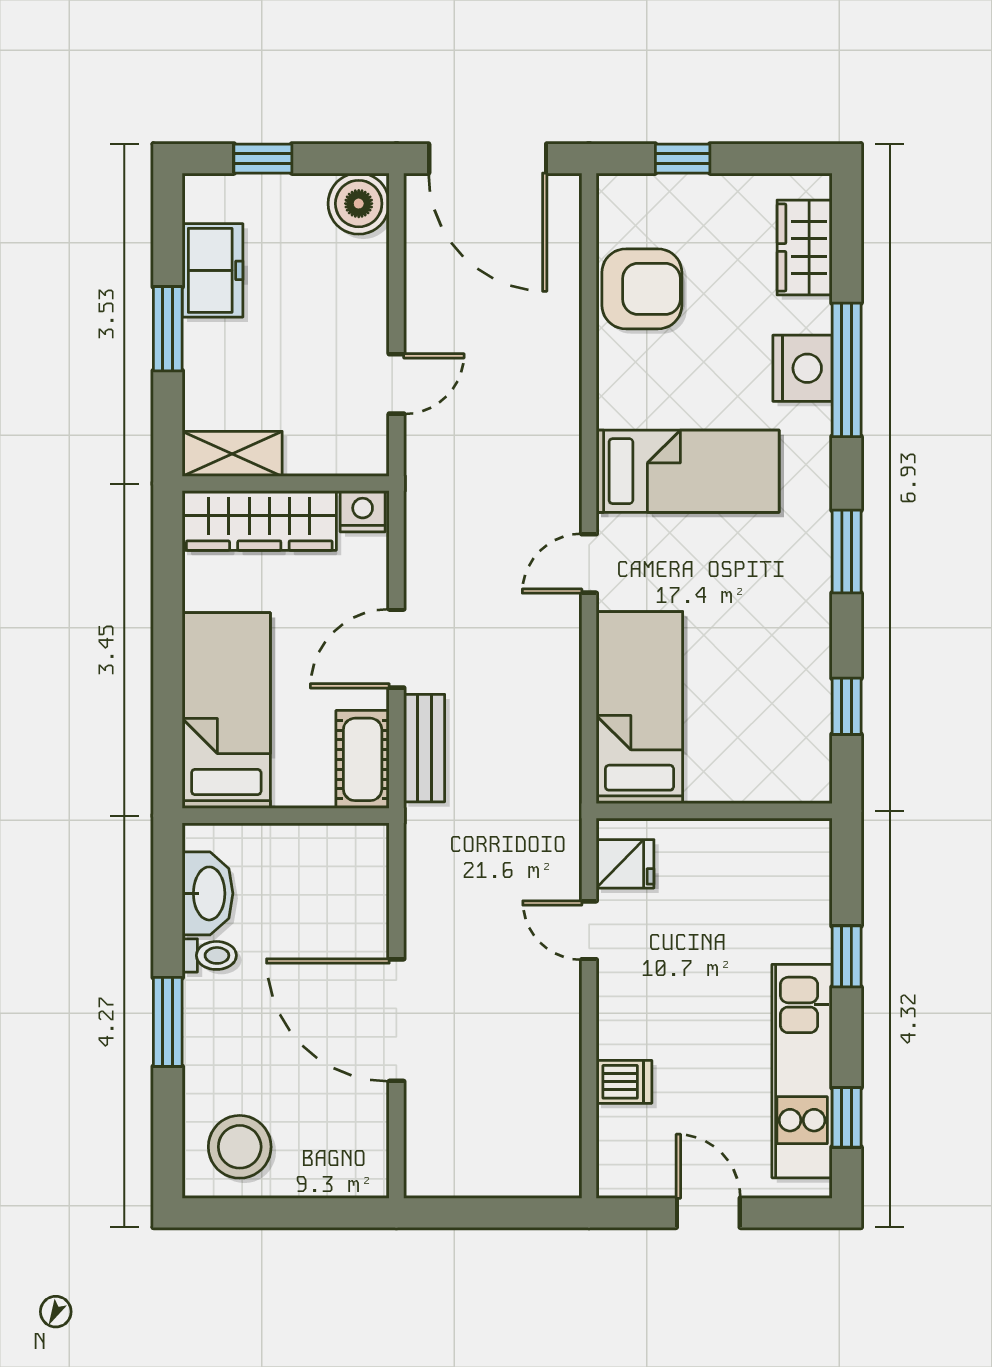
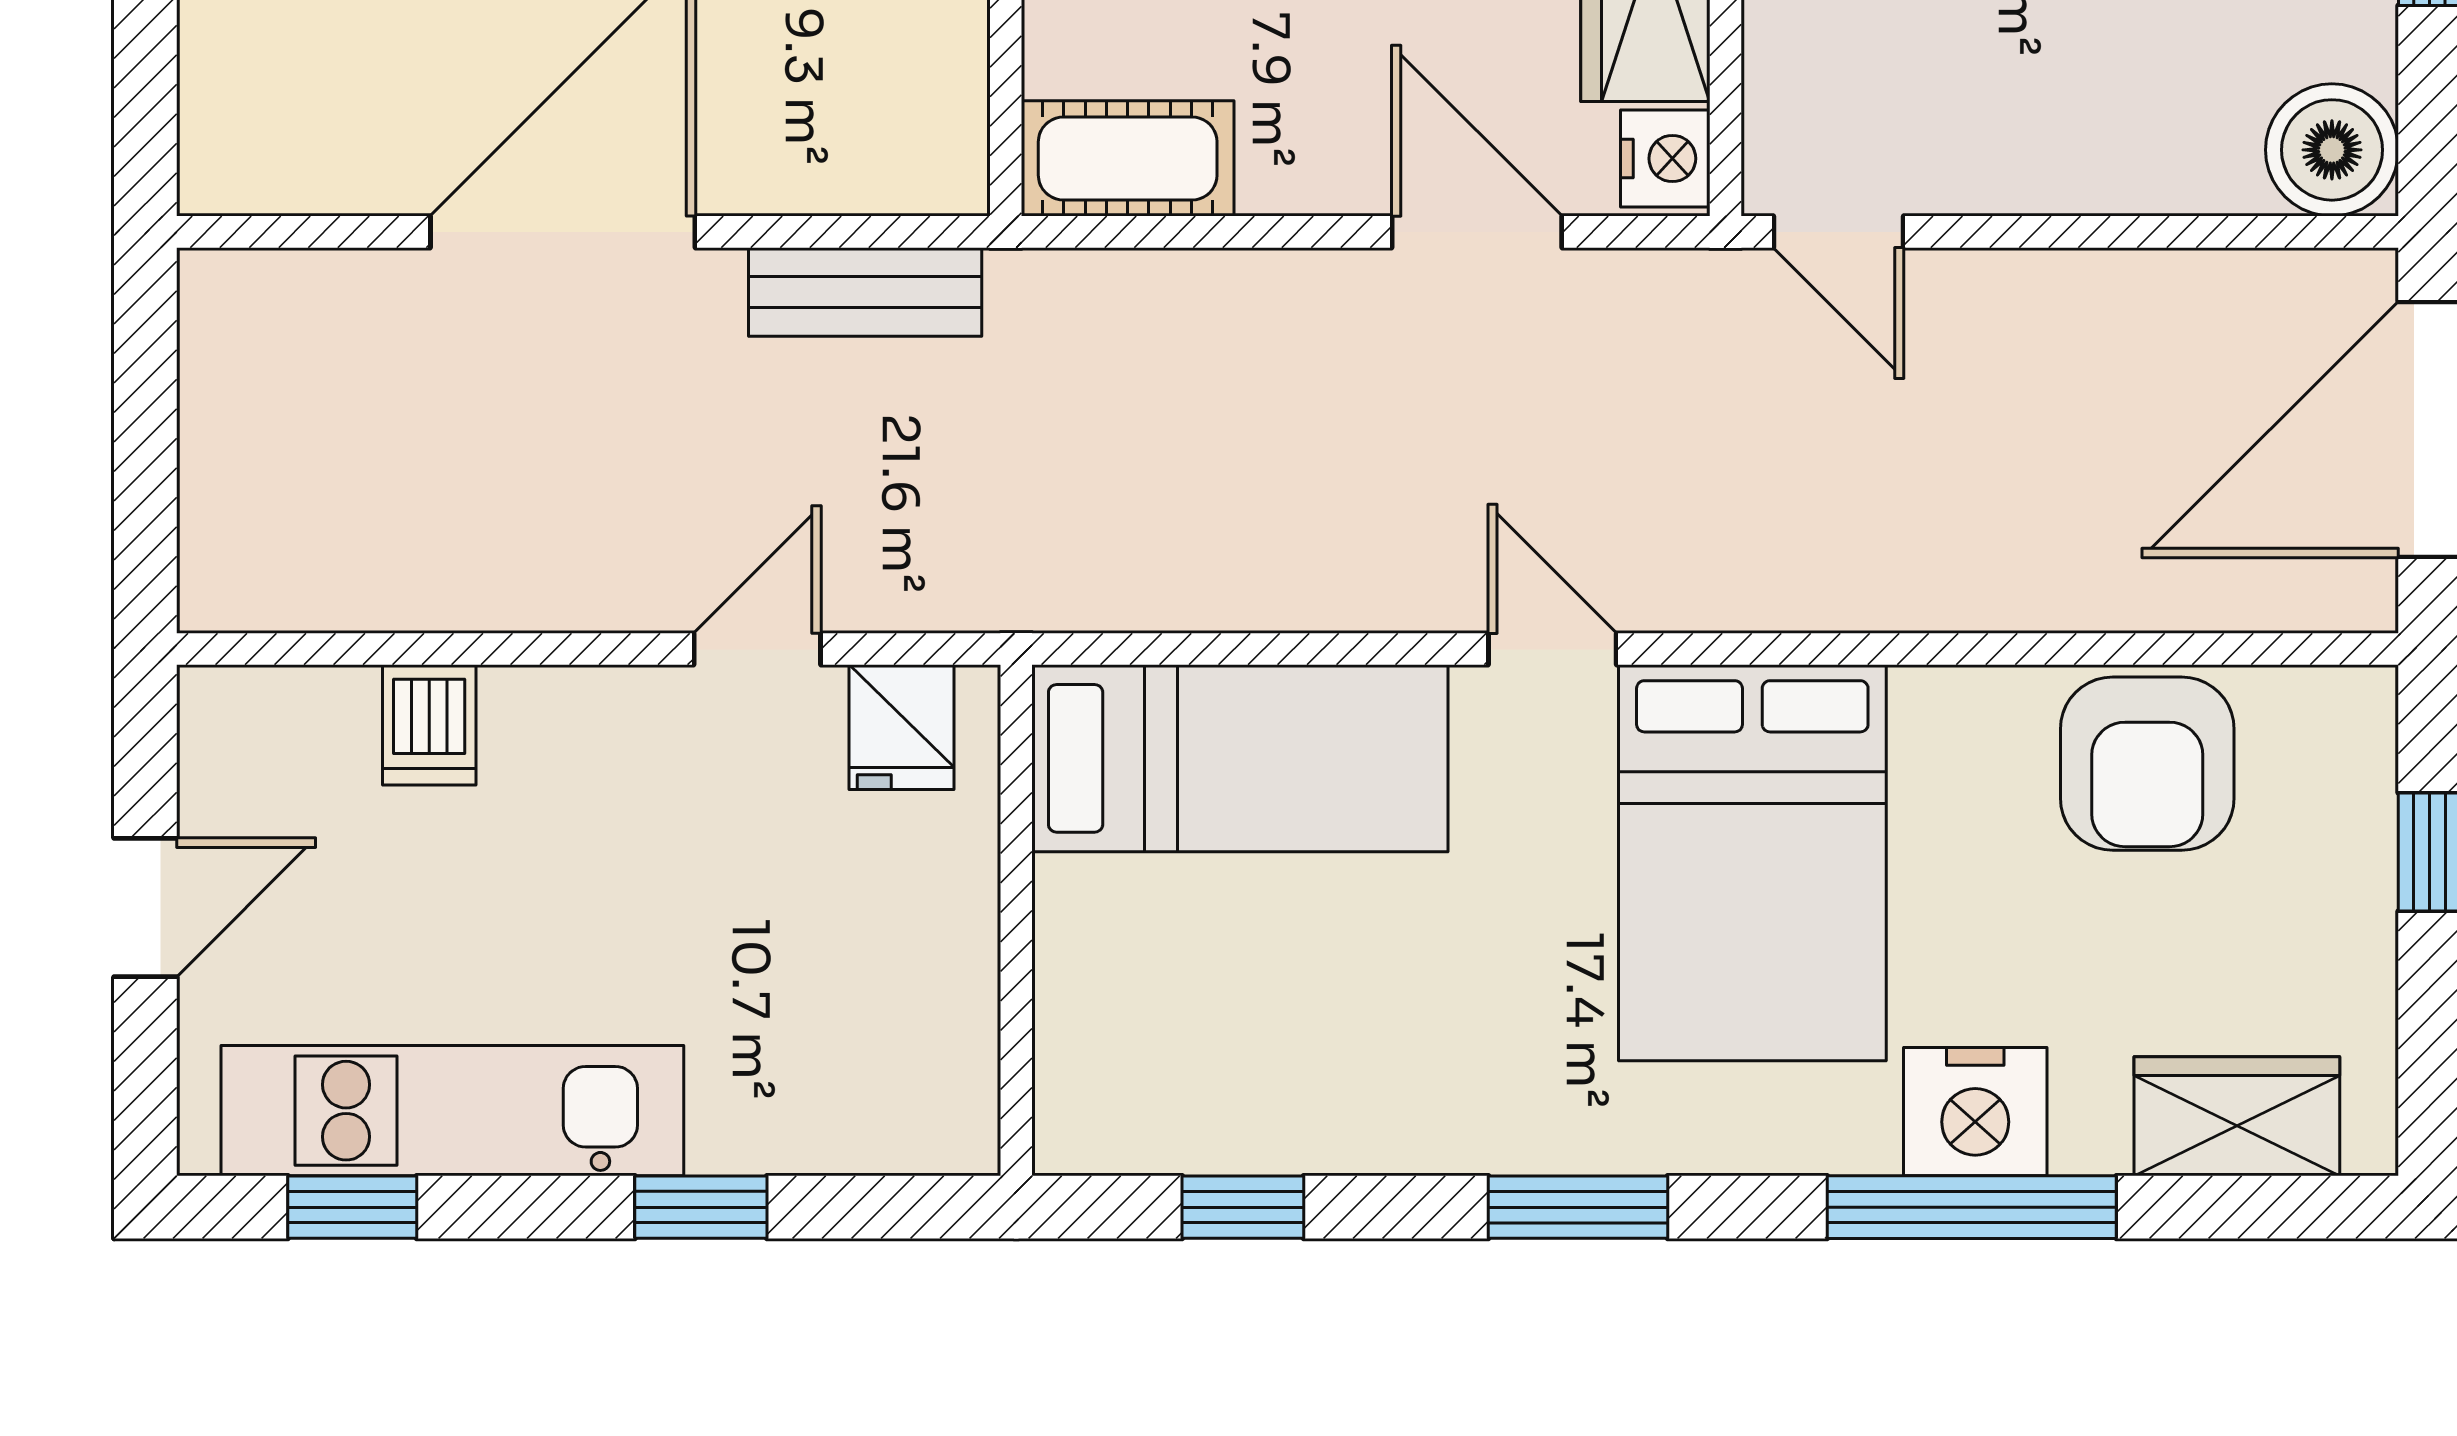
door: (396, 384) -> (1838, 232), moved
bed: (688, 471) -> (1752, 863), width x1.50
door: (396, 649) -> (1477, 232), moved
bench: (424, 748) -> (865, 292), moved

